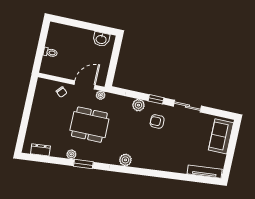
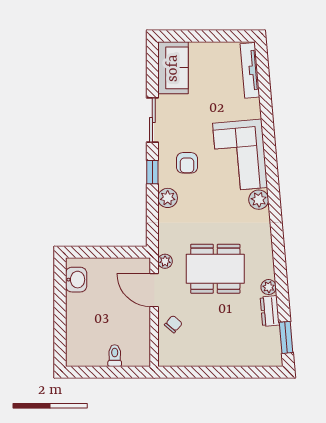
dining table: (89, 125) -> (215, 269), turned 90
sofa: (221, 136) -> (173, 68), moved, turned -90
dresser: (40, 150) -> (270, 311), moved
corner sofa: (155, 154) -> (240, 155), added
window: (83, 164) -> (286, 337), moved

